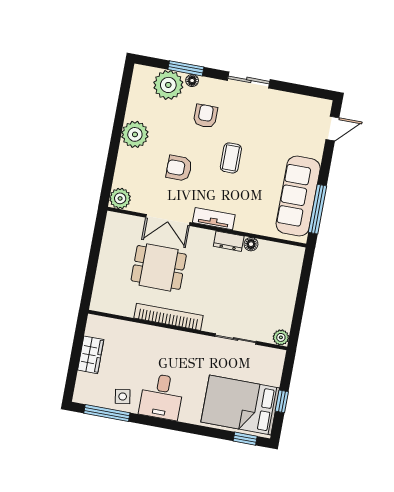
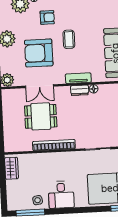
armchair: (205, 116) -> (47, 17), turned 90
armchair: (179, 168) -> (39, 53), width x1.88, depth x1.88
tv unit: (214, 219) -> (78, 78), moved
wardrobe: (91, 355) -> (11, 168), moved

